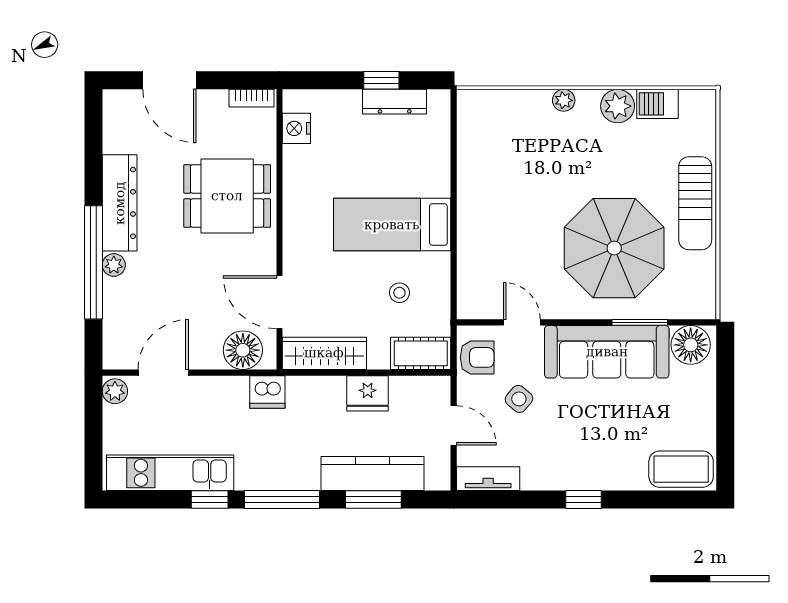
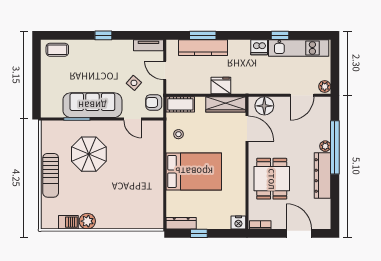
plant: (564, 100) -> (113, 224), removed
dresser: (395, 102) -> (181, 223), moved
nightstand: (296, 128) -> (238, 223), moved, turned 90
dining table: (227, 196) -> (272, 179), turned 90
sun lounger: (695, 203) -> (51, 175), turned 180
bed: (392, 225) -> (194, 171), width x1.50
parasol: (614, 248) -> (89, 154), width x0.73, depth x0.73
stool: (399, 293) -> (178, 134), moved
floor lamp: (691, 345) -> (53, 108), removed
dishwasher: (267, 392) -> (259, 47), moved, turned 180
fridge: (368, 393) -> (221, 86), moved
coffee table: (681, 469) -> (57, 50), width x0.73, depth x0.77
window: (282, 500) -> (246, 35), removed

